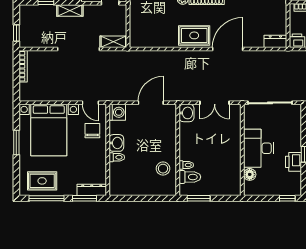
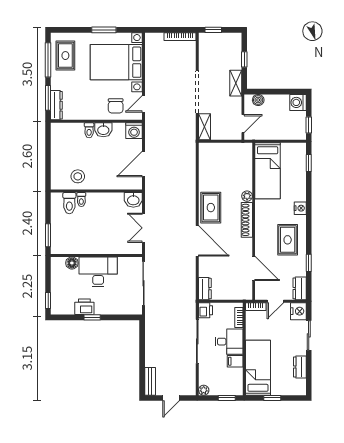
door: (151, 103) -> (143, 164), swing flipped
chair: (92, 131) -> (116, 106), turned 90
window: (199, 198) -> (48, 235), moved

